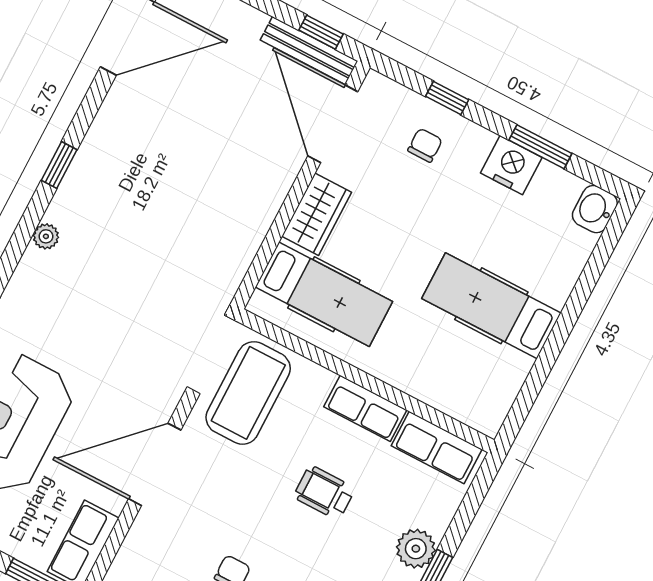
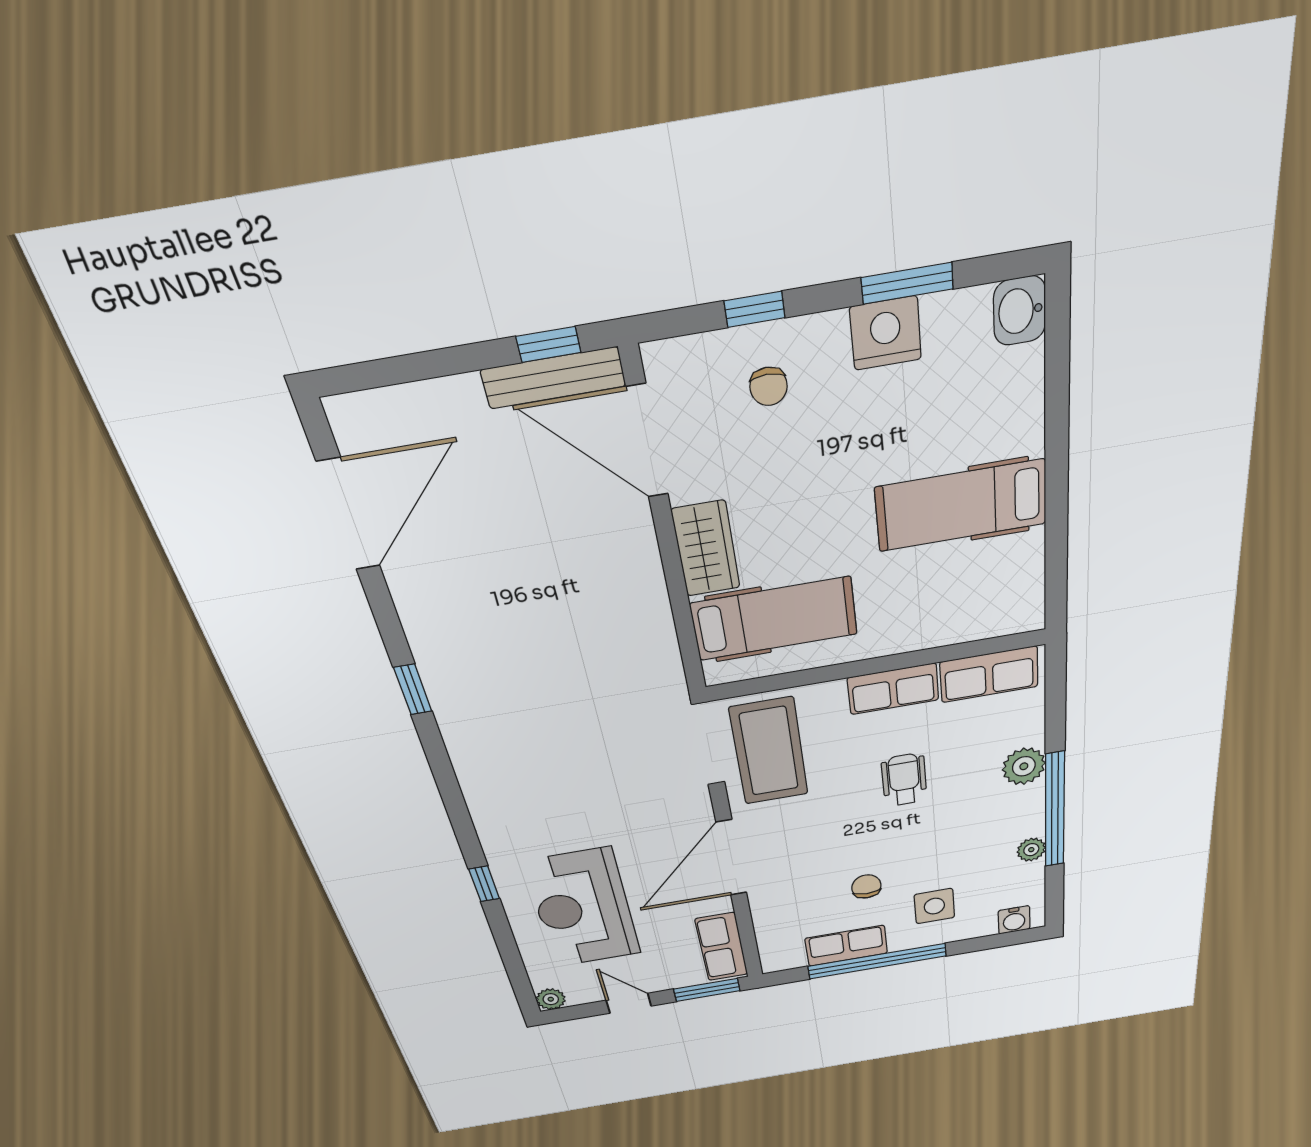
chair: (425, 145) -> (769, 386), turned 180
plant: (46, 236) -> (464, 757), removed
wheelchair: (324, 493) -> (904, 780), turned 90

